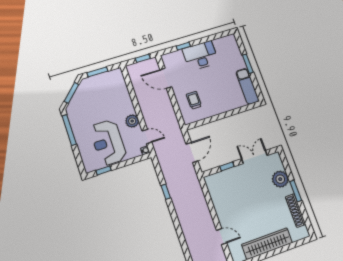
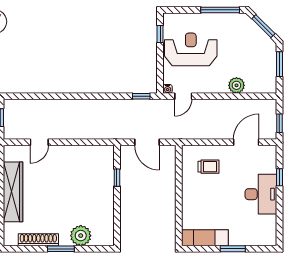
plant: (132, 121) -> (236, 85), moved
double door: (254, 157) -> (117, 214), removed
window: (166, 192) -> (141, 96), moved

